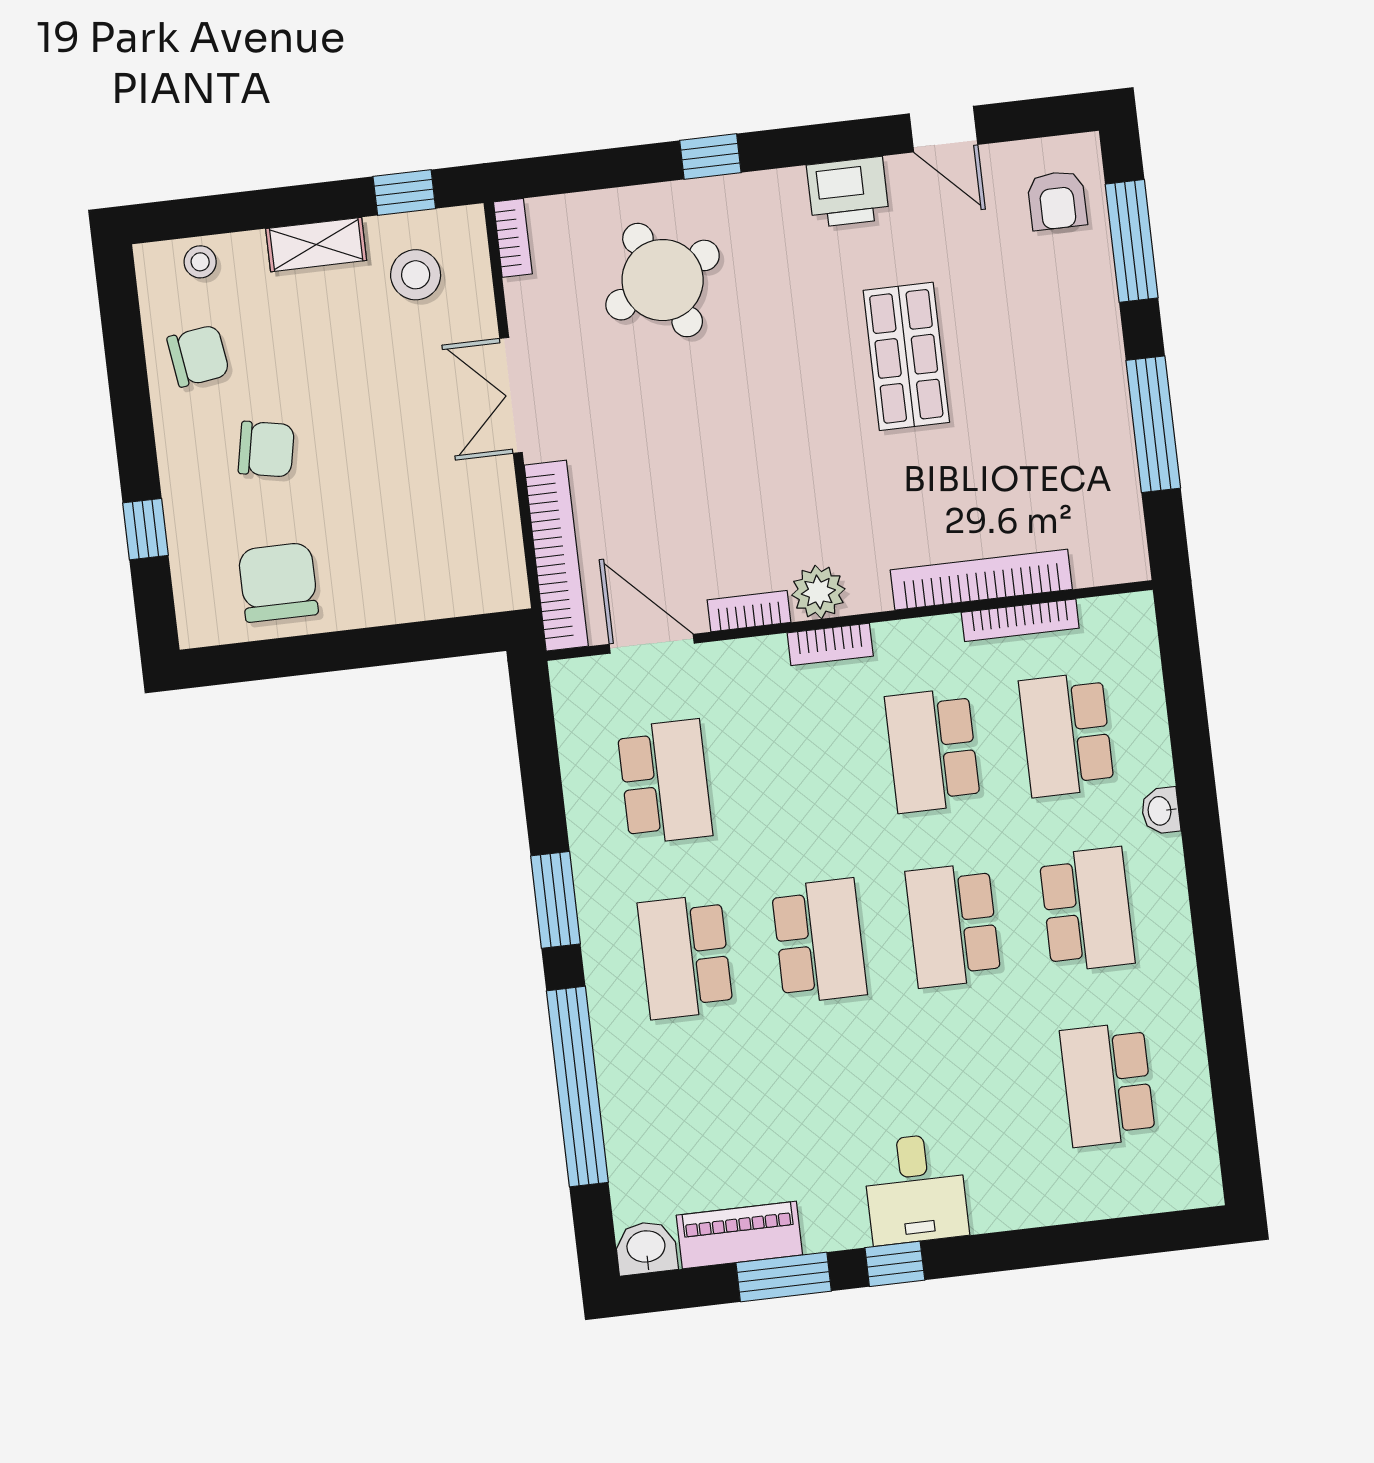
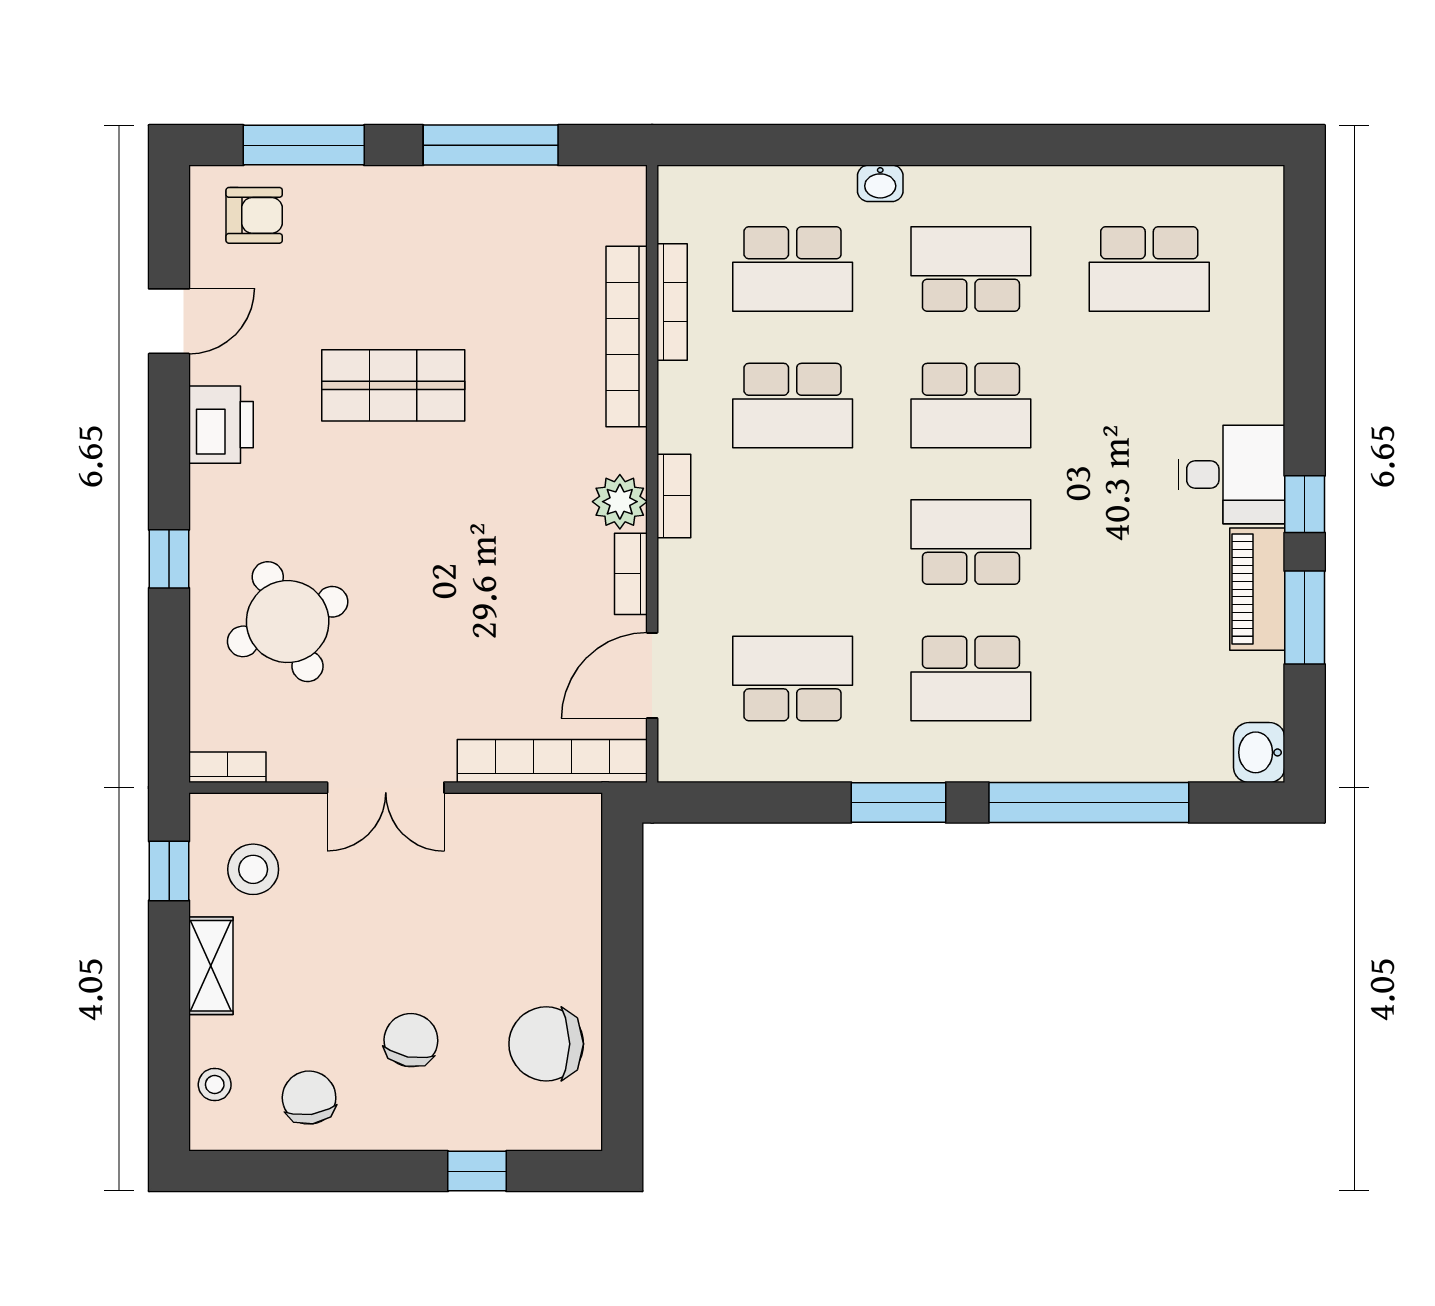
piano: (739, 1235) -> (1257, 589), moved

